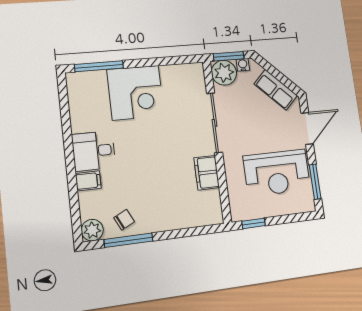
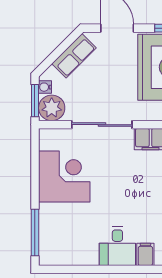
corner desk: (136, 93) -> (64, 176), moved

